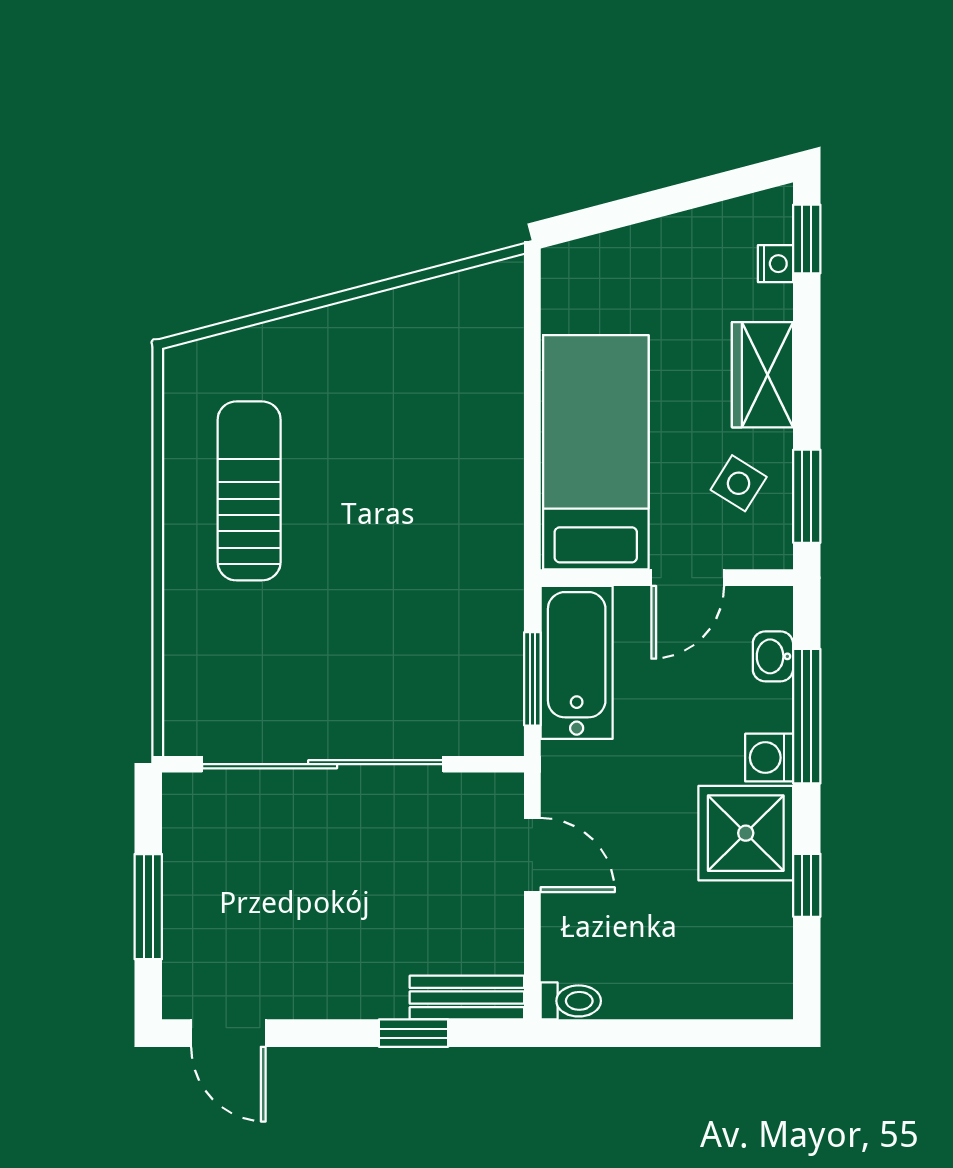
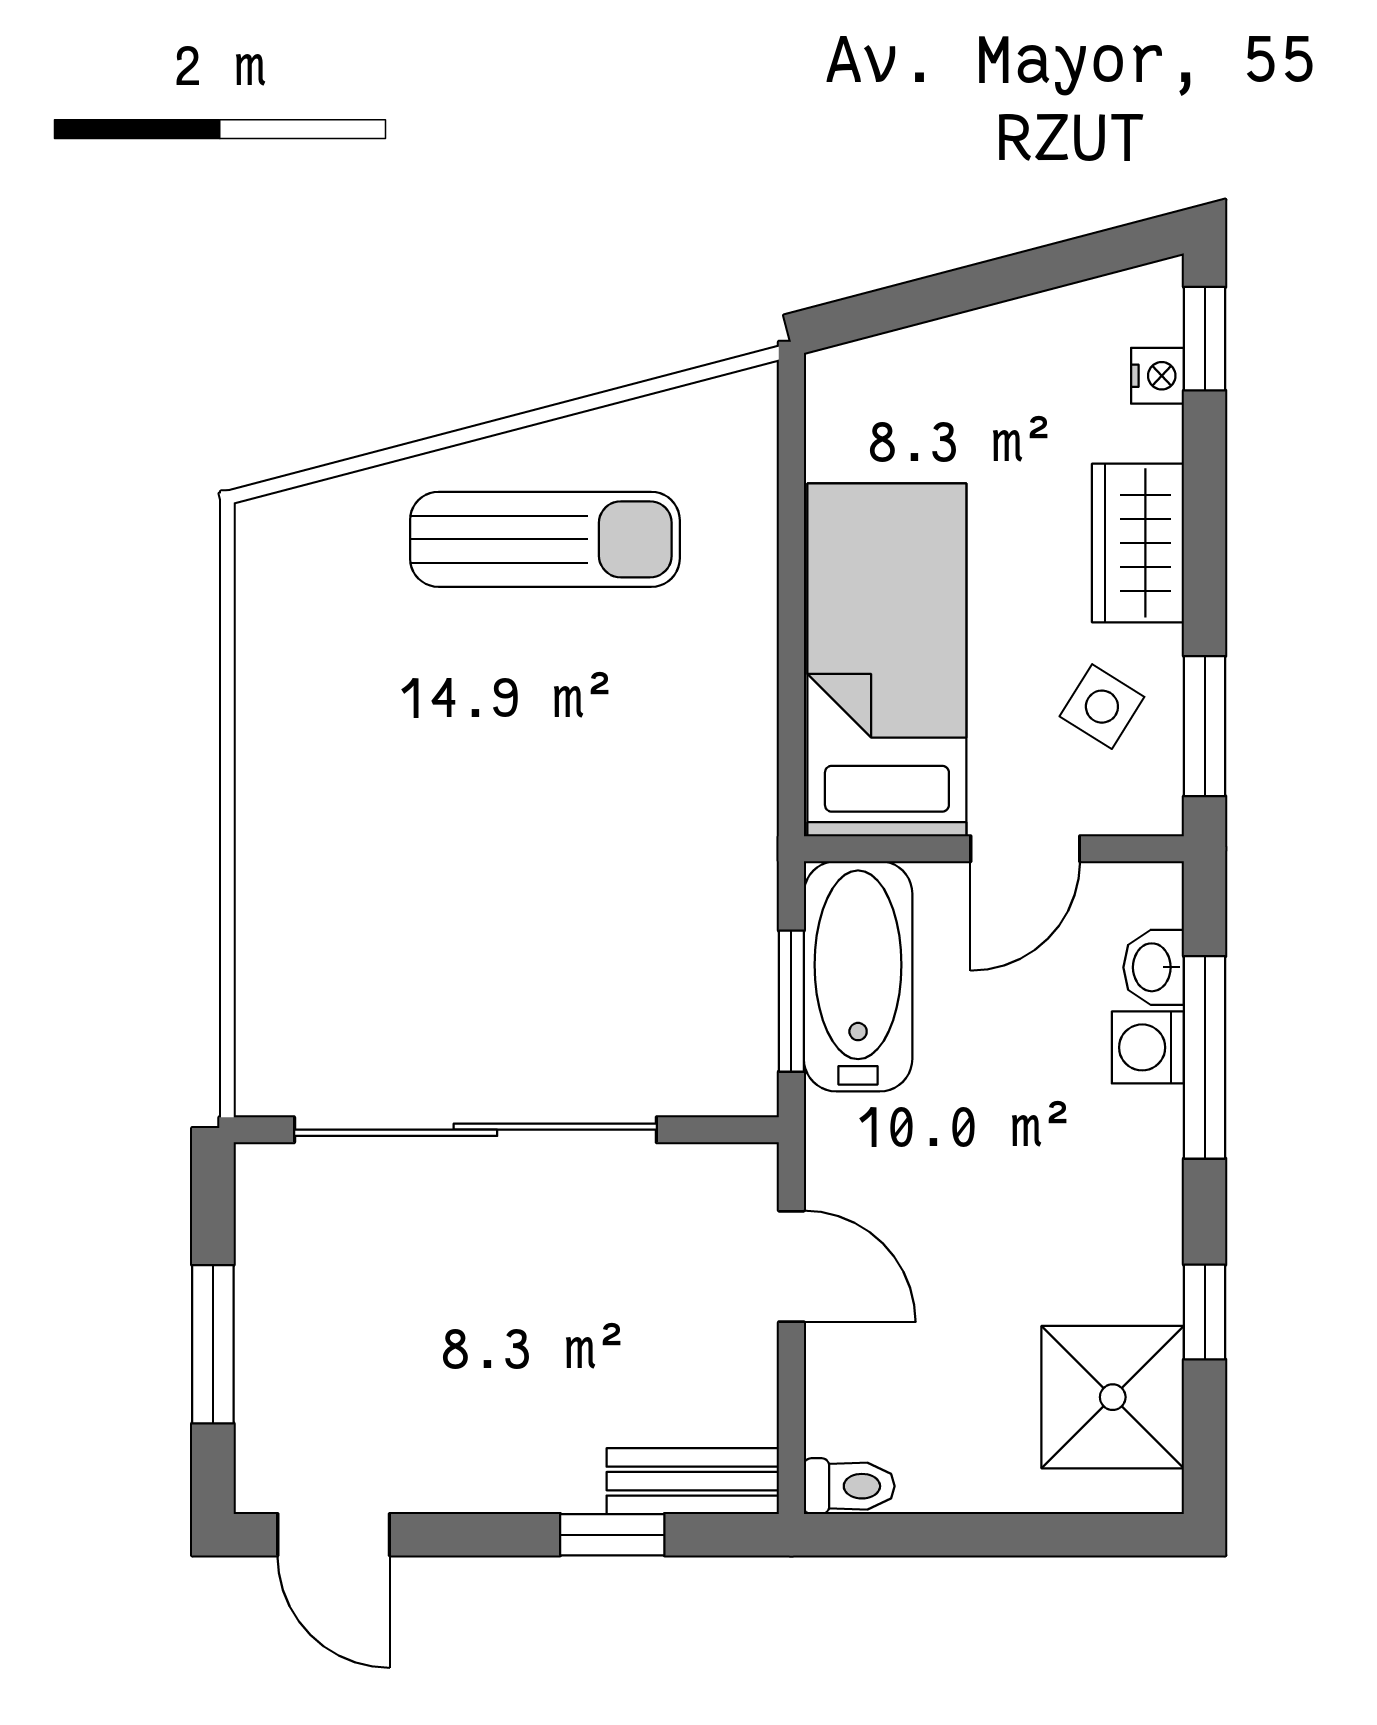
sun lounger: (249, 491) -> (545, 539), moved, turned 90
washing machine: (769, 758) -> (1148, 1047), moved
shower: (746, 833) -> (1113, 1397), moved

